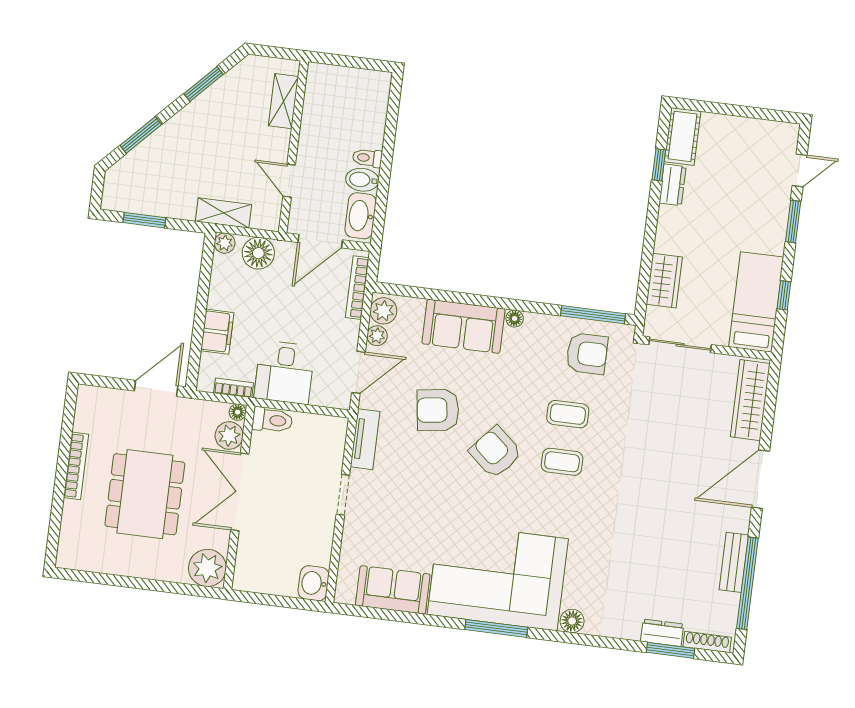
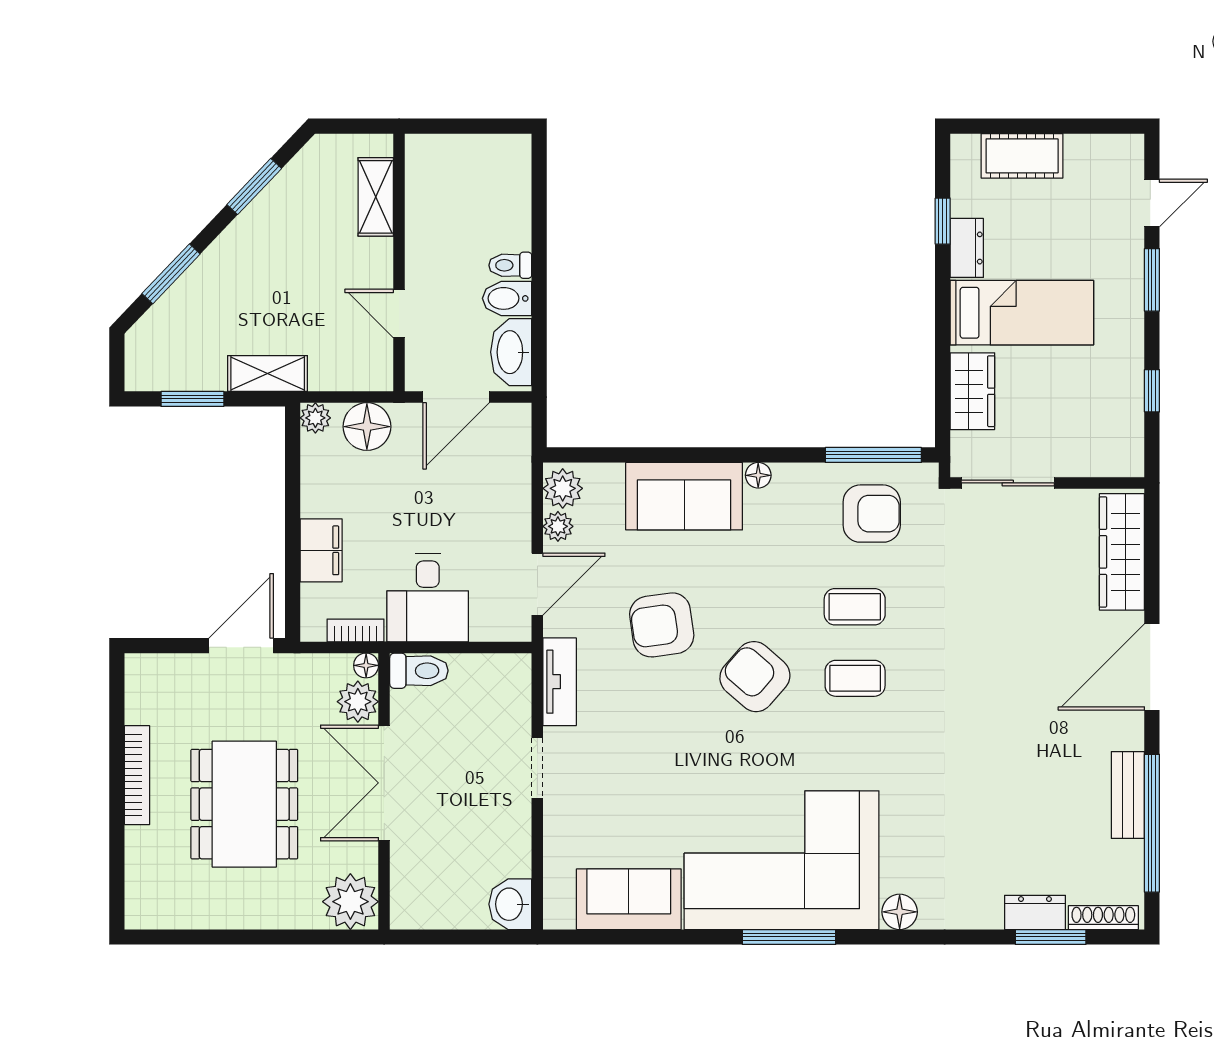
cot: (683, 136) -> (1022, 156), moved, turned 90
shelving: (223, 213) -> (268, 374), moved
bookcase: (357, 288) -> (520, 459), removed
bed: (756, 302) -> (1022, 313), moved, turned 90

